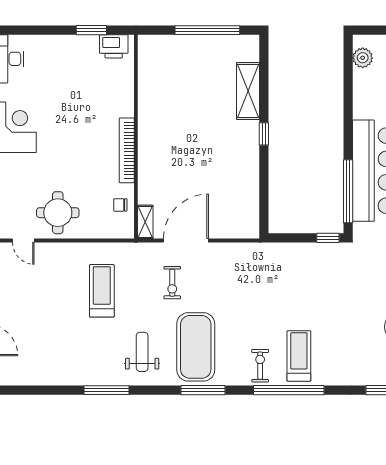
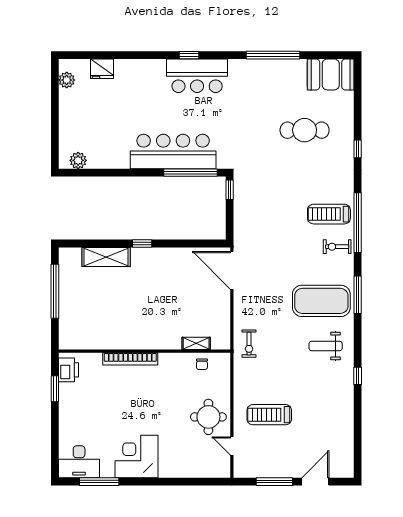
bookcase: (127, 150) -> (130, 359), moved
shelving: (145, 222) -> (196, 343), moved
door: (23, 241) -> (232, 446), swing flipped
door: (186, 241) -> (232, 270), moved
exercise bike: (172, 283) -> (249, 344), moved, turned 90
treadmill: (102, 291) -> (269, 415), moved
window: (107, 390) -> (358, 376), width x0.46

